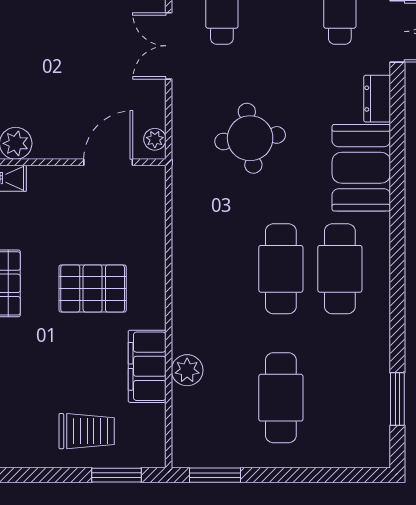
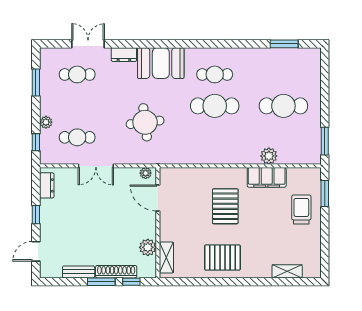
cafe table: (340, 269) -> (215, 74), width x0.73, depth x0.74

